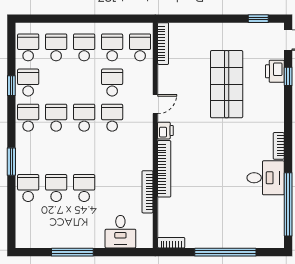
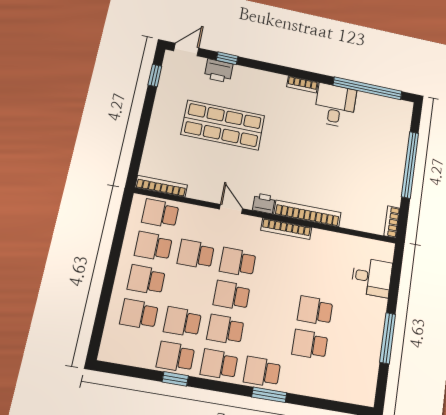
school desk: (28, 47) -> (182, 322), moved
school desk: (28, 188) -> (262, 372), moved
bookcase: (147, 192) -> (286, 229), moved

